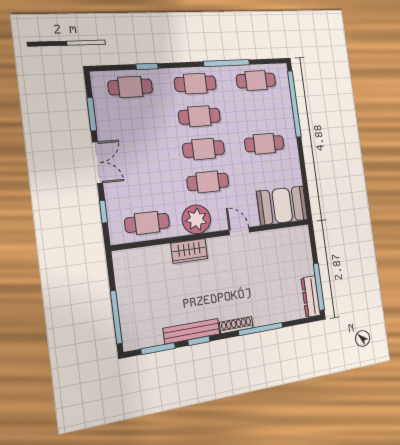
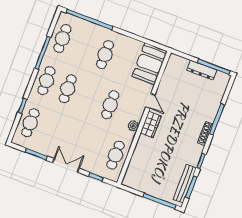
cafe table: (204, 149) -> (89, 97), removed
plant: (196, 219) -> (133, 126), width x0.53, depth x0.53
door: (239, 231) -> (150, 101), swing flipped
wardrobe: (189, 251) -> (151, 125), moved
dresser: (311, 297) -> (202, 70), moved
bench: (192, 331) -> (185, 184), moved

